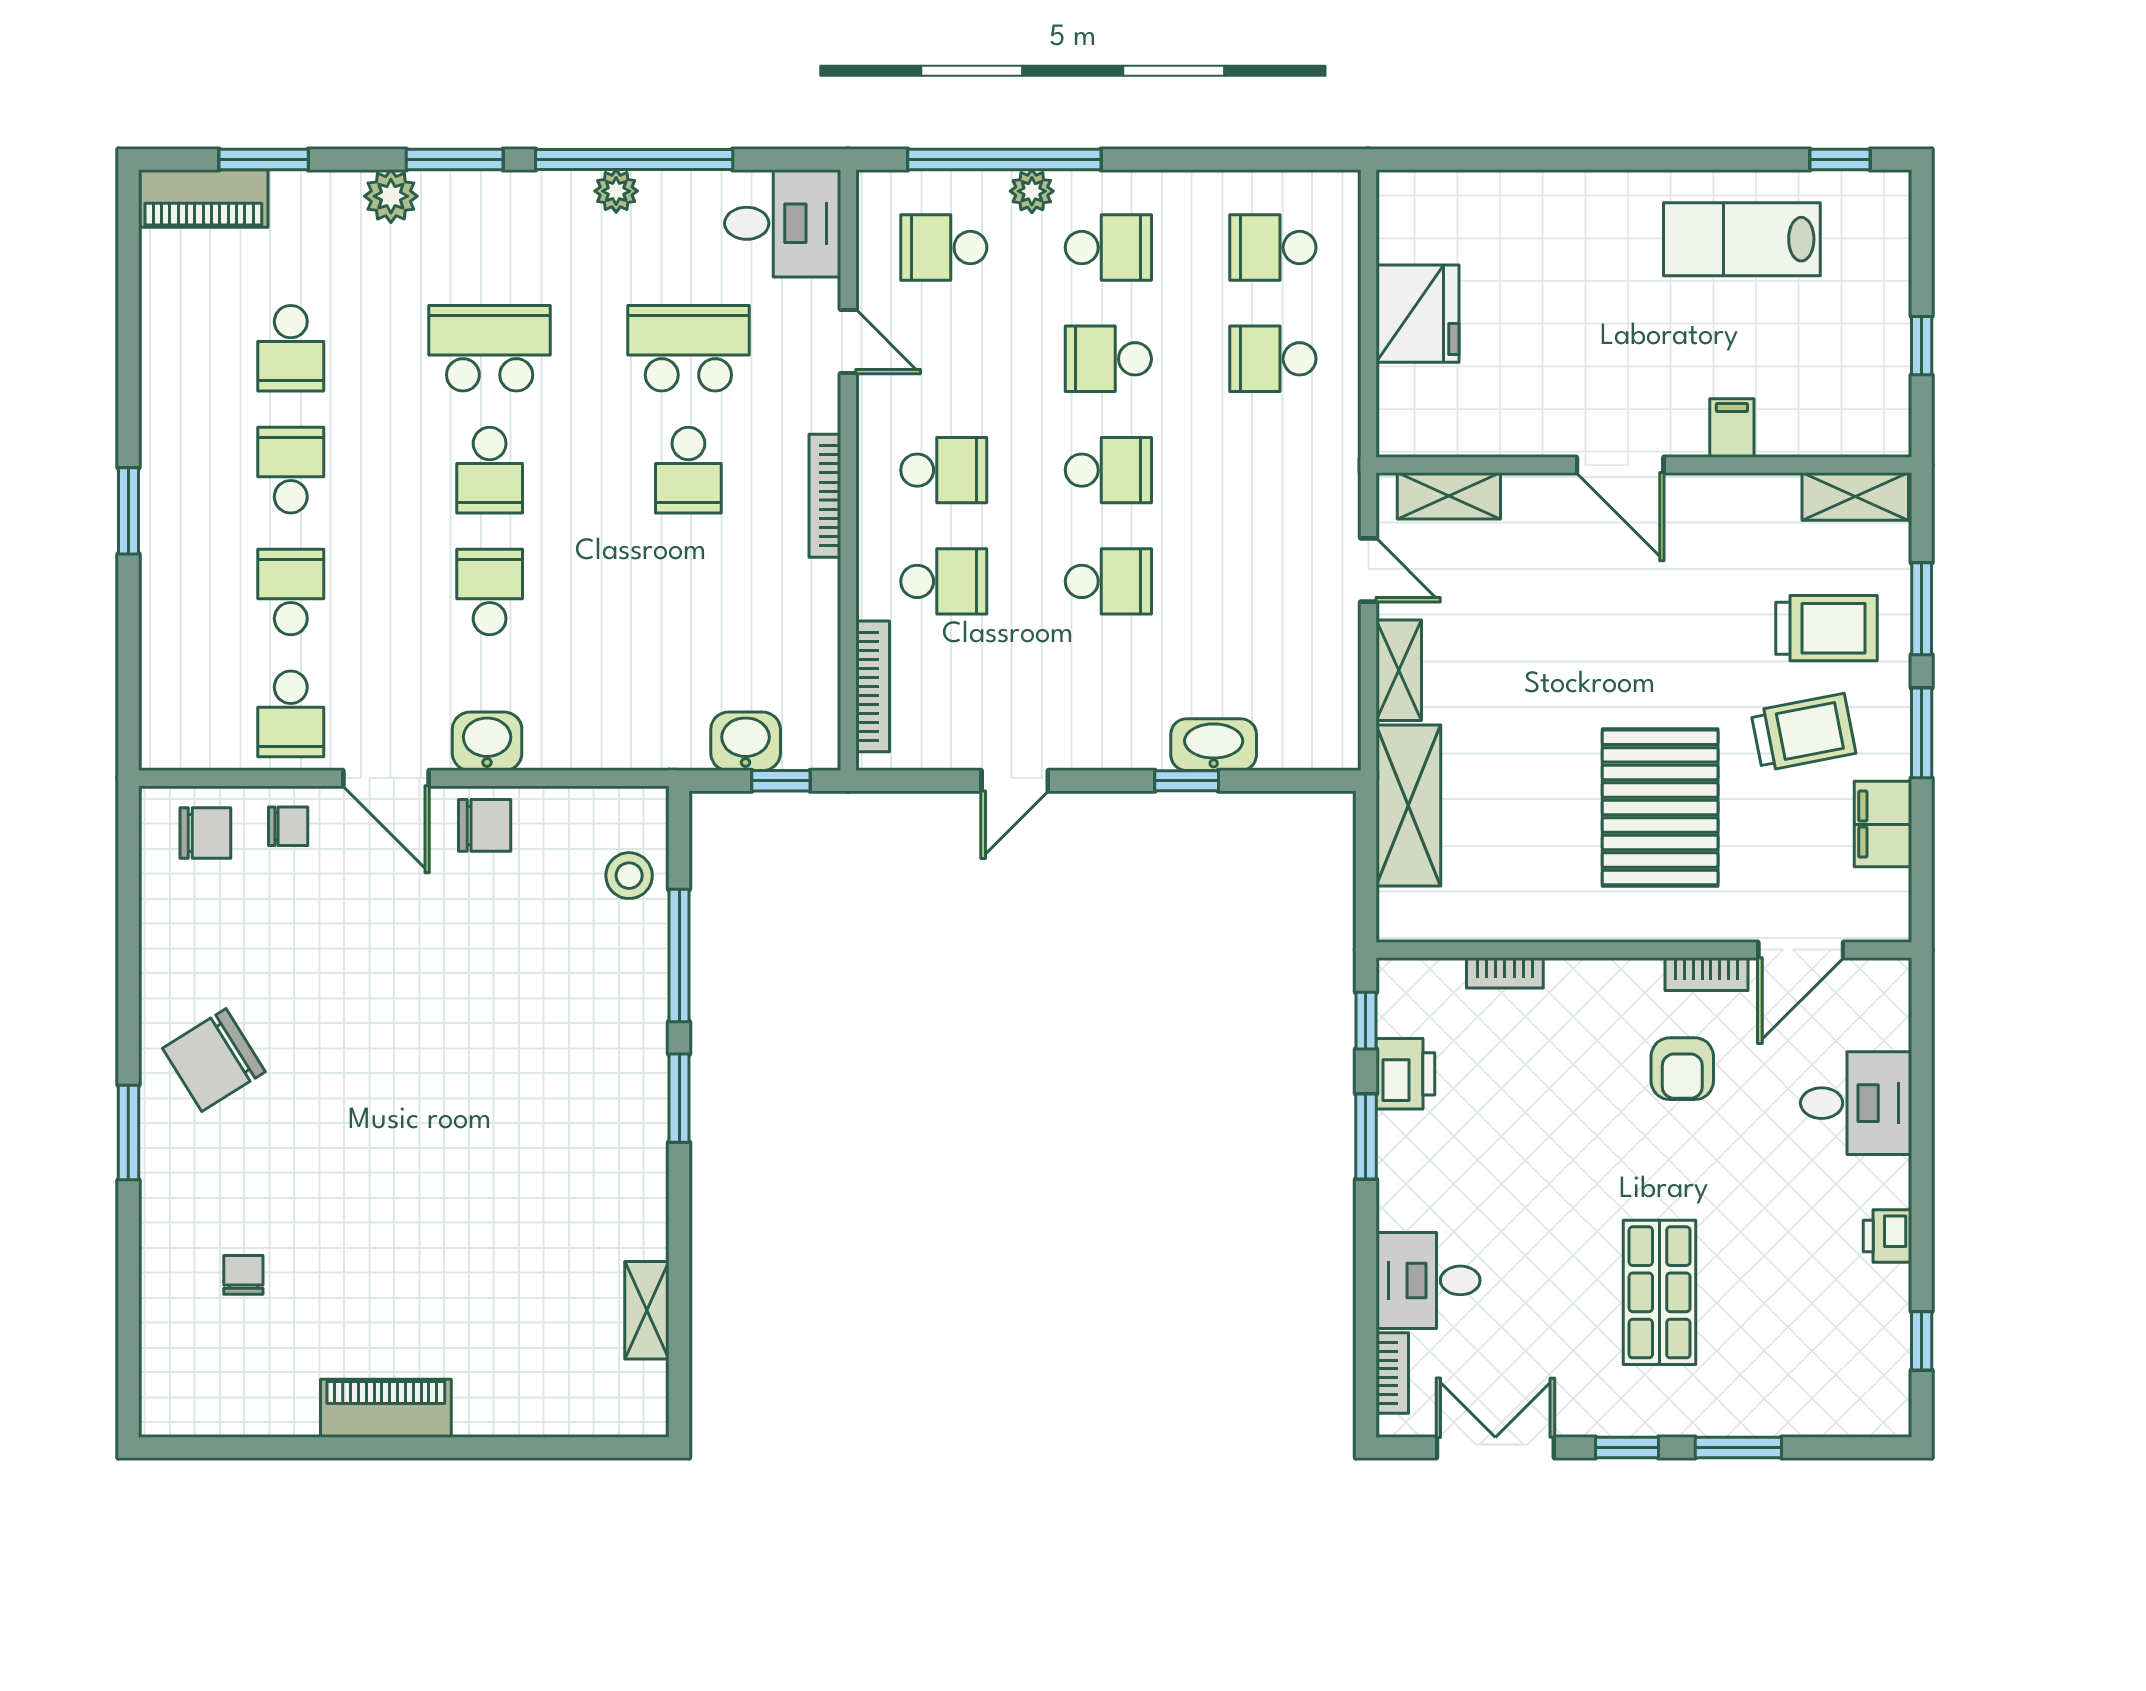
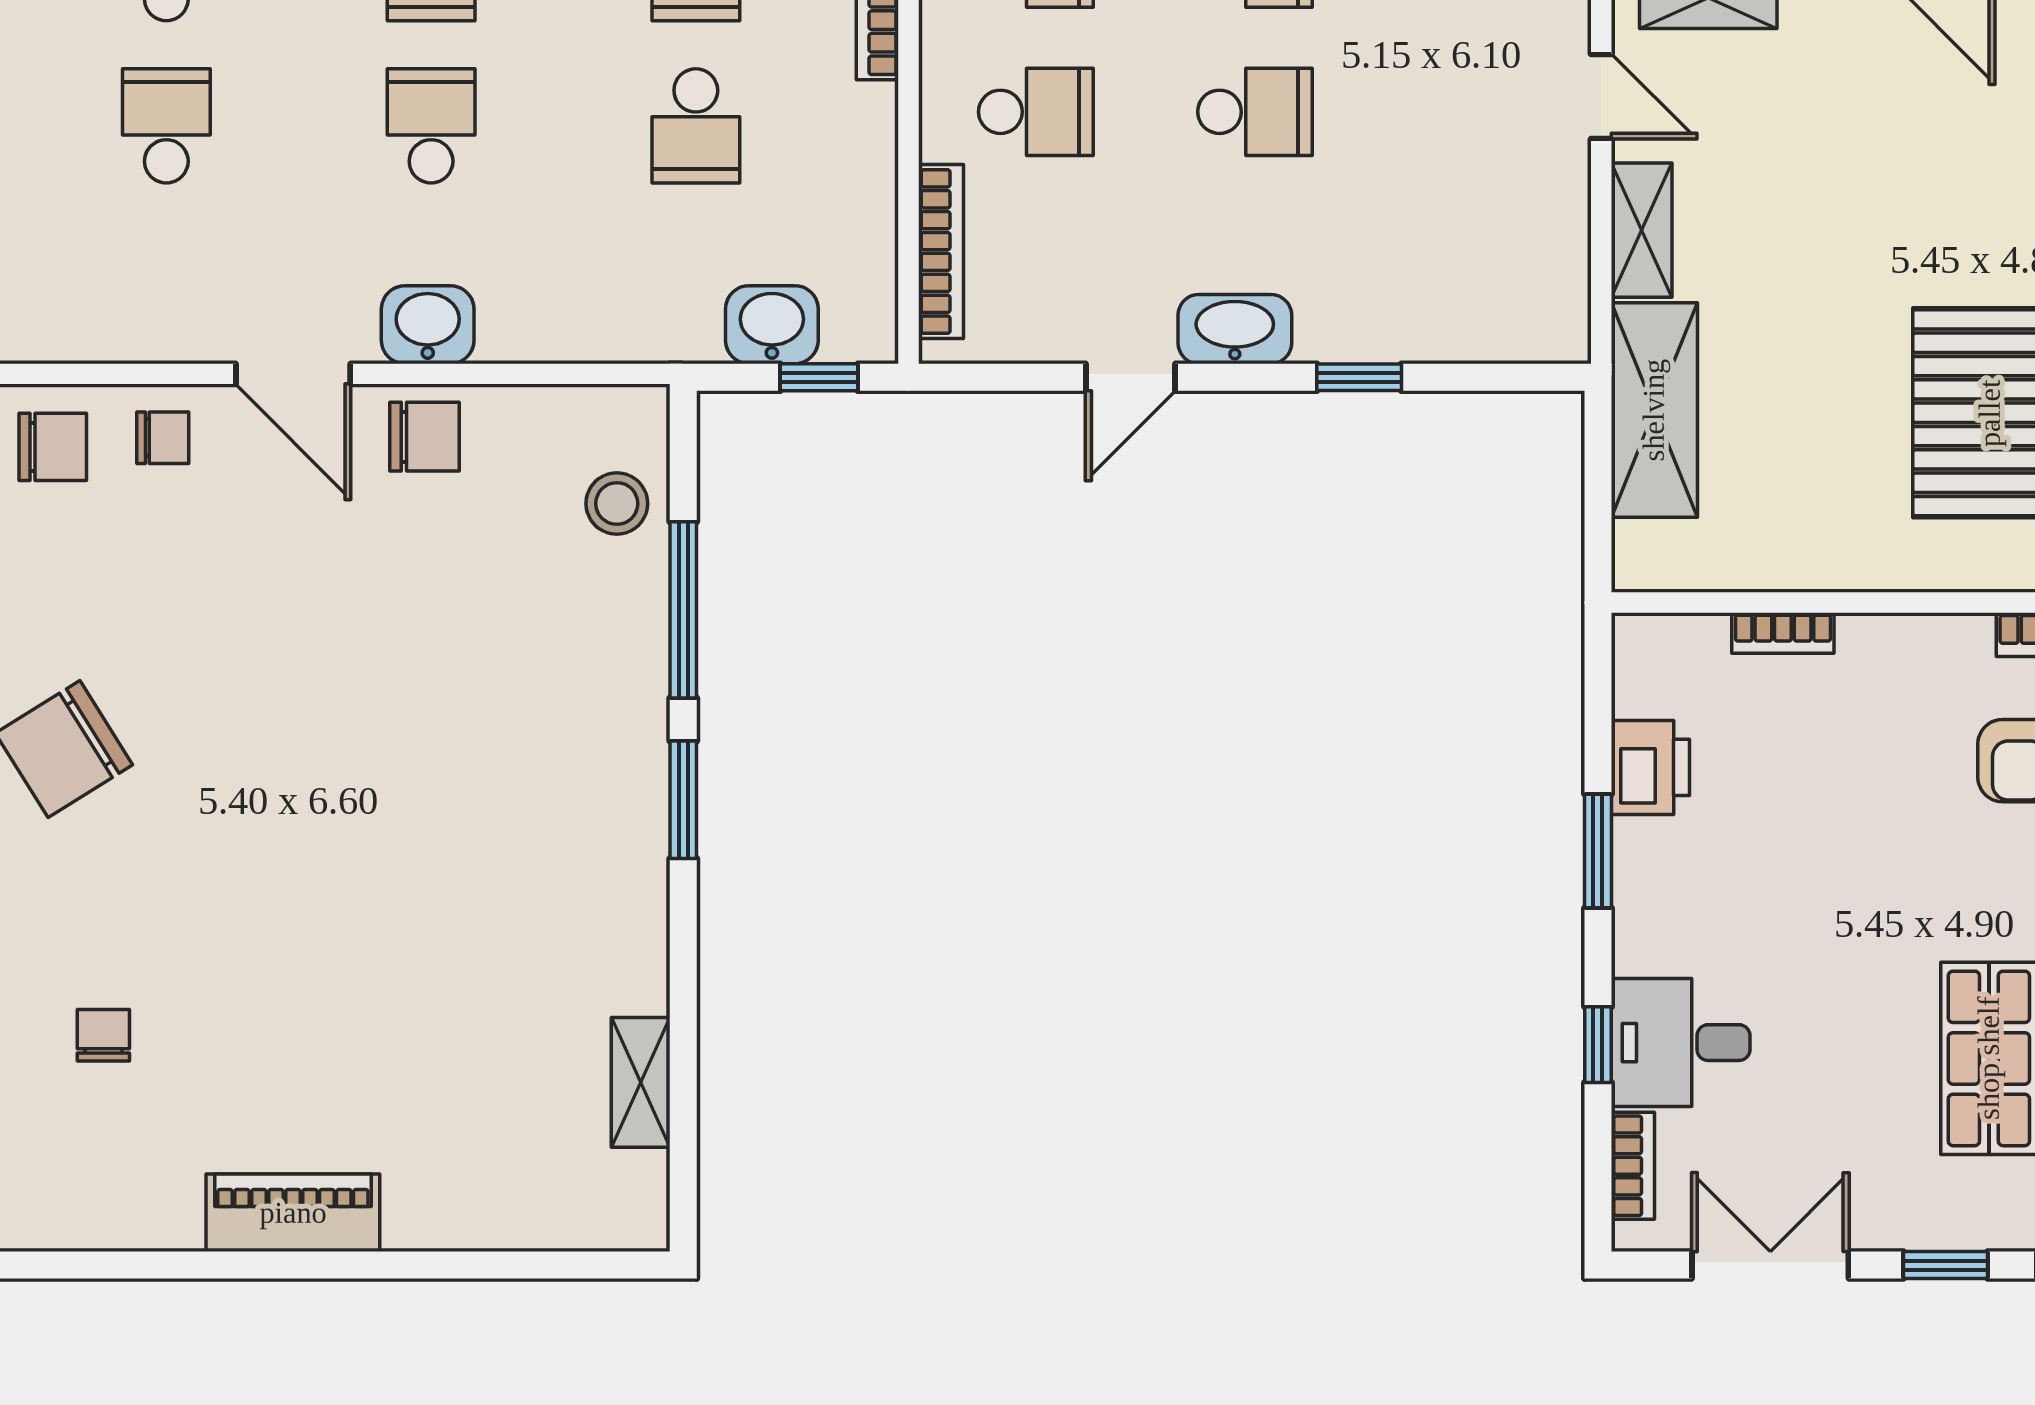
school desk: (291, 714) -> (696, 126), moved
washbasin: (1214, 745) -> (1235, 329), moved
window: (1366, 1021) -> (1598, 1045), moved

